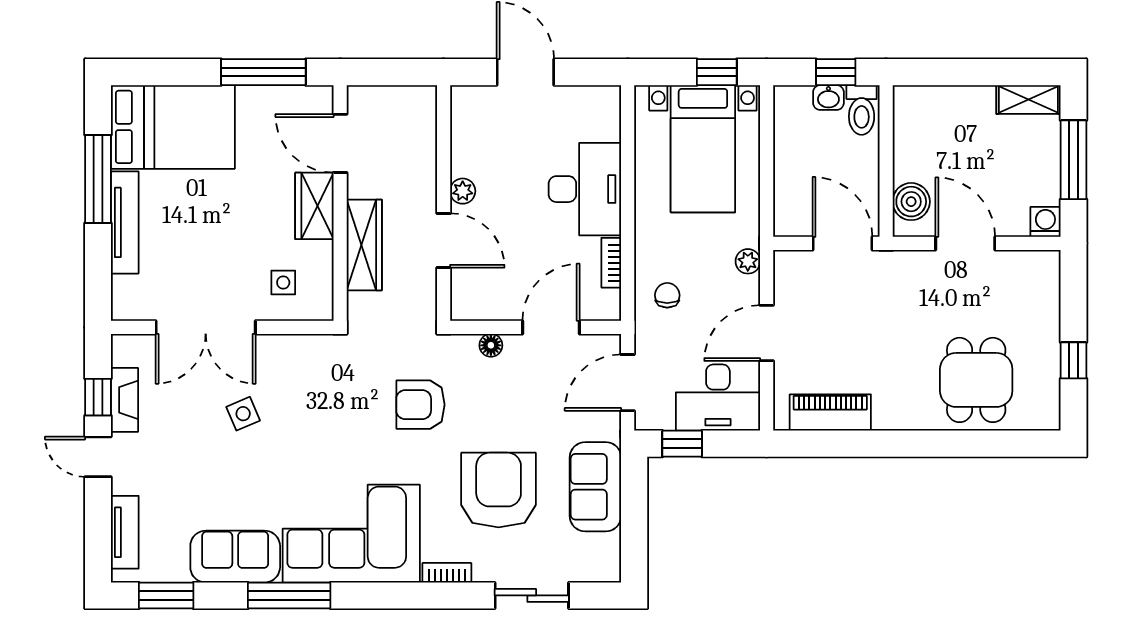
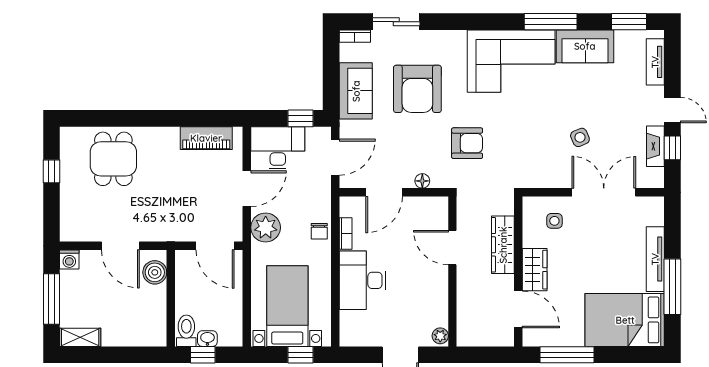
window: (717, 72) -> (300, 355), moved
plant: (463, 191) -> (440, 336), moved
door: (843, 243) -> (215, 246), moved
plant: (748, 261) -> (266, 228), width x1.88, depth x1.88
chair: (667, 295) -> (319, 231), moved
bookcase: (447, 573) -> (355, 36), moved

